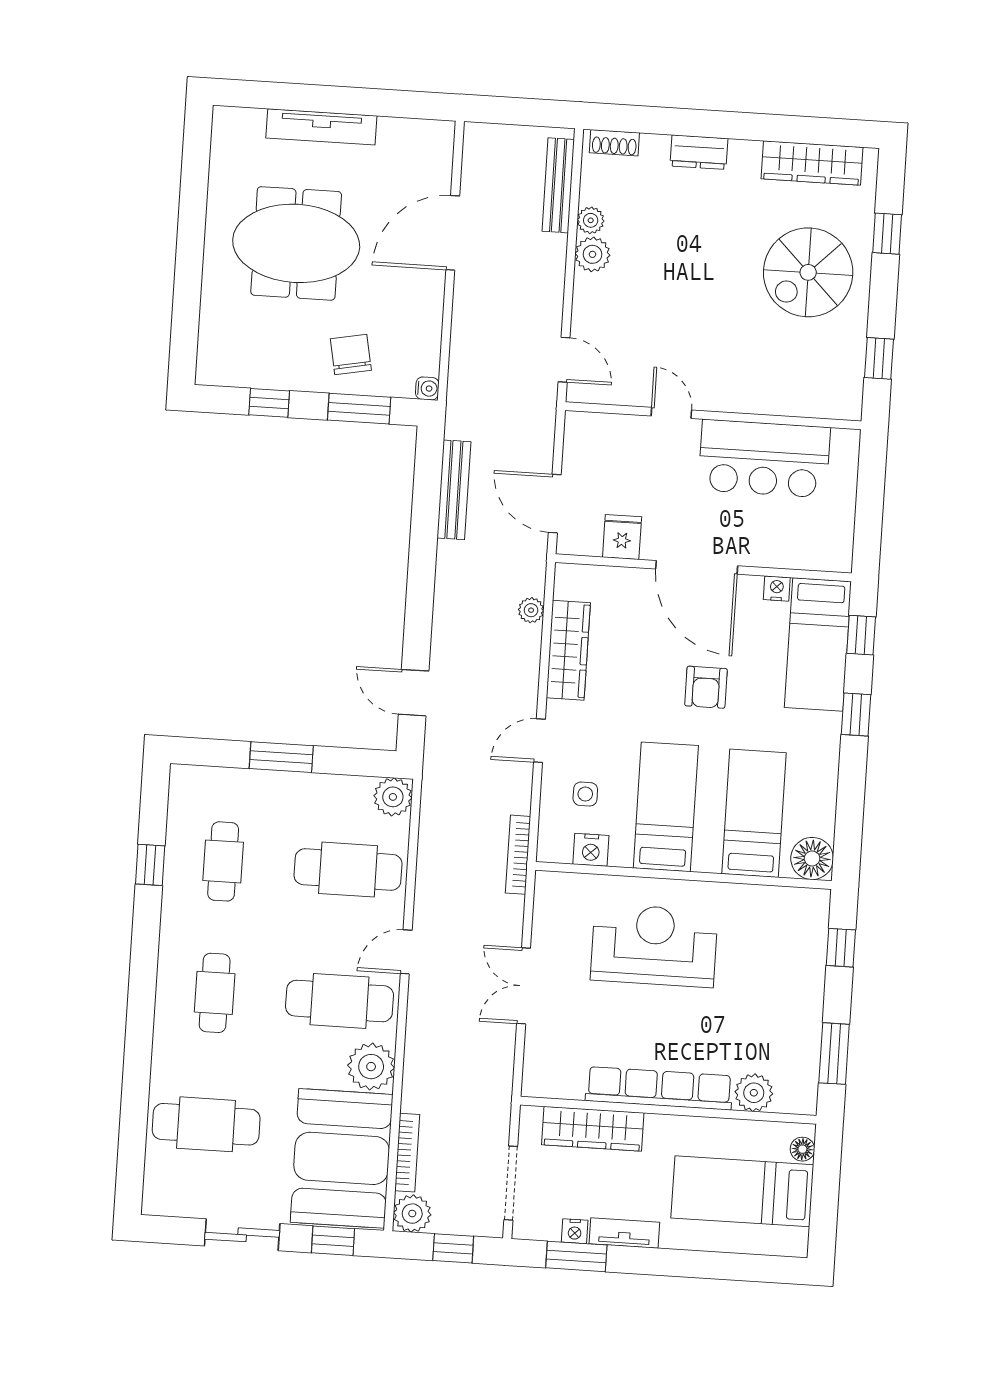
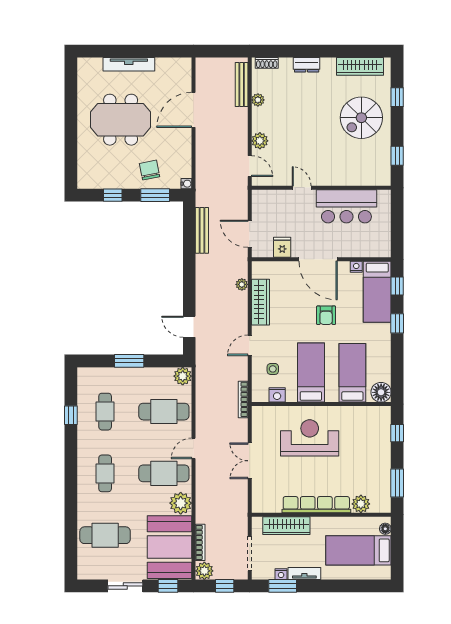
plant: (593, 254) -> (260, 141), moved

